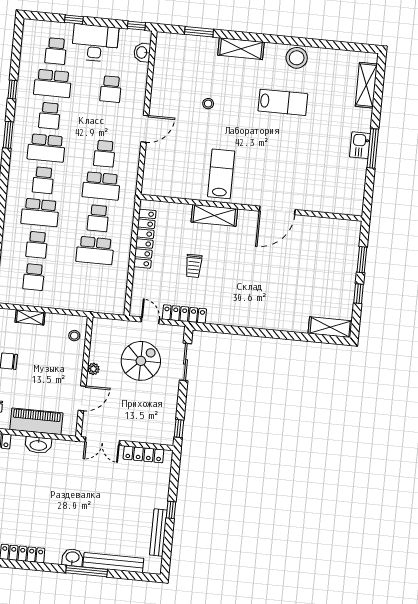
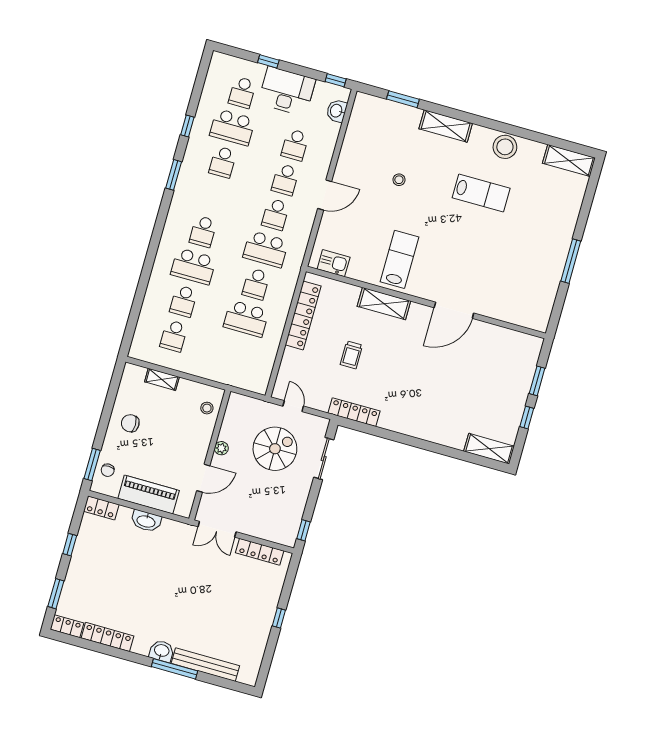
shelving: (366, 85) -> (569, 160), moved, turned 90
kitchen sink: (360, 145) -> (334, 263), moved, turned 90
school desk: (46, 148) -> (285, 180), moved, width x0.54
locker: (184, 314) -> (354, 412), moved
bench: (158, 532) -> (261, 640), removed

